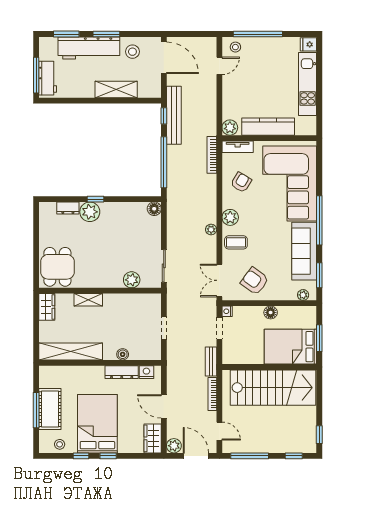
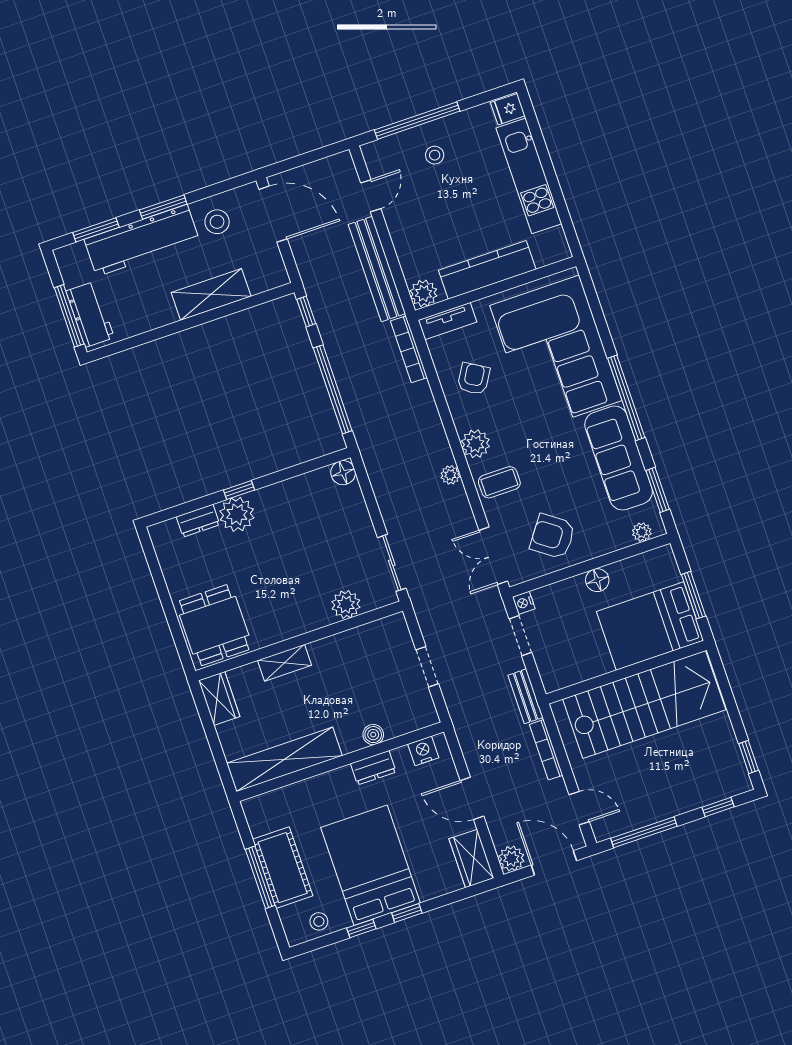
stool: (235, 47) -> (435, 155), moved
bench: (174, 115) -> (377, 269), moved
dresser: (122, 372) -> (373, 768), width x0.70

